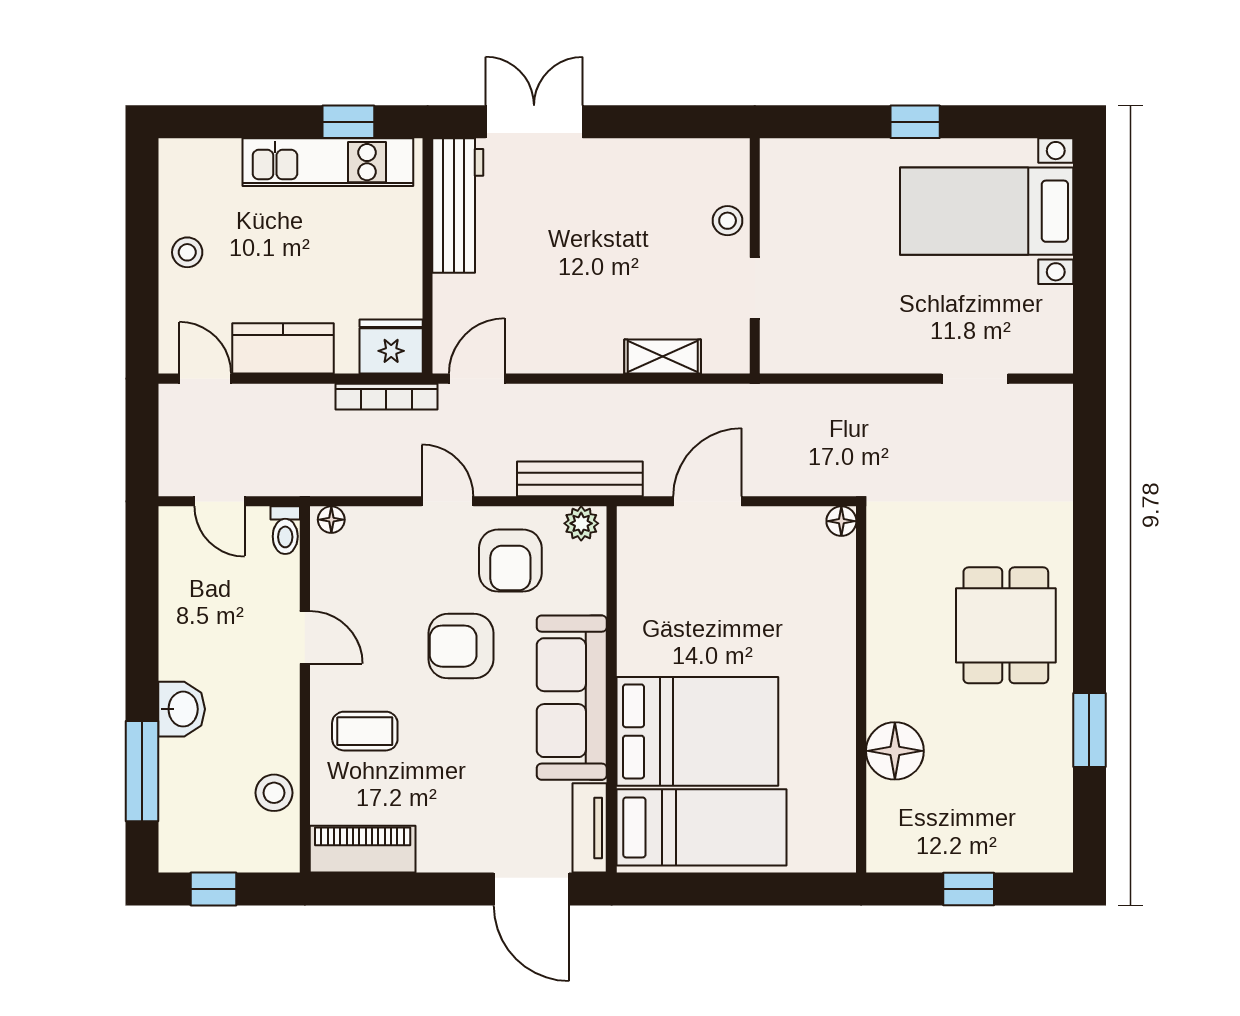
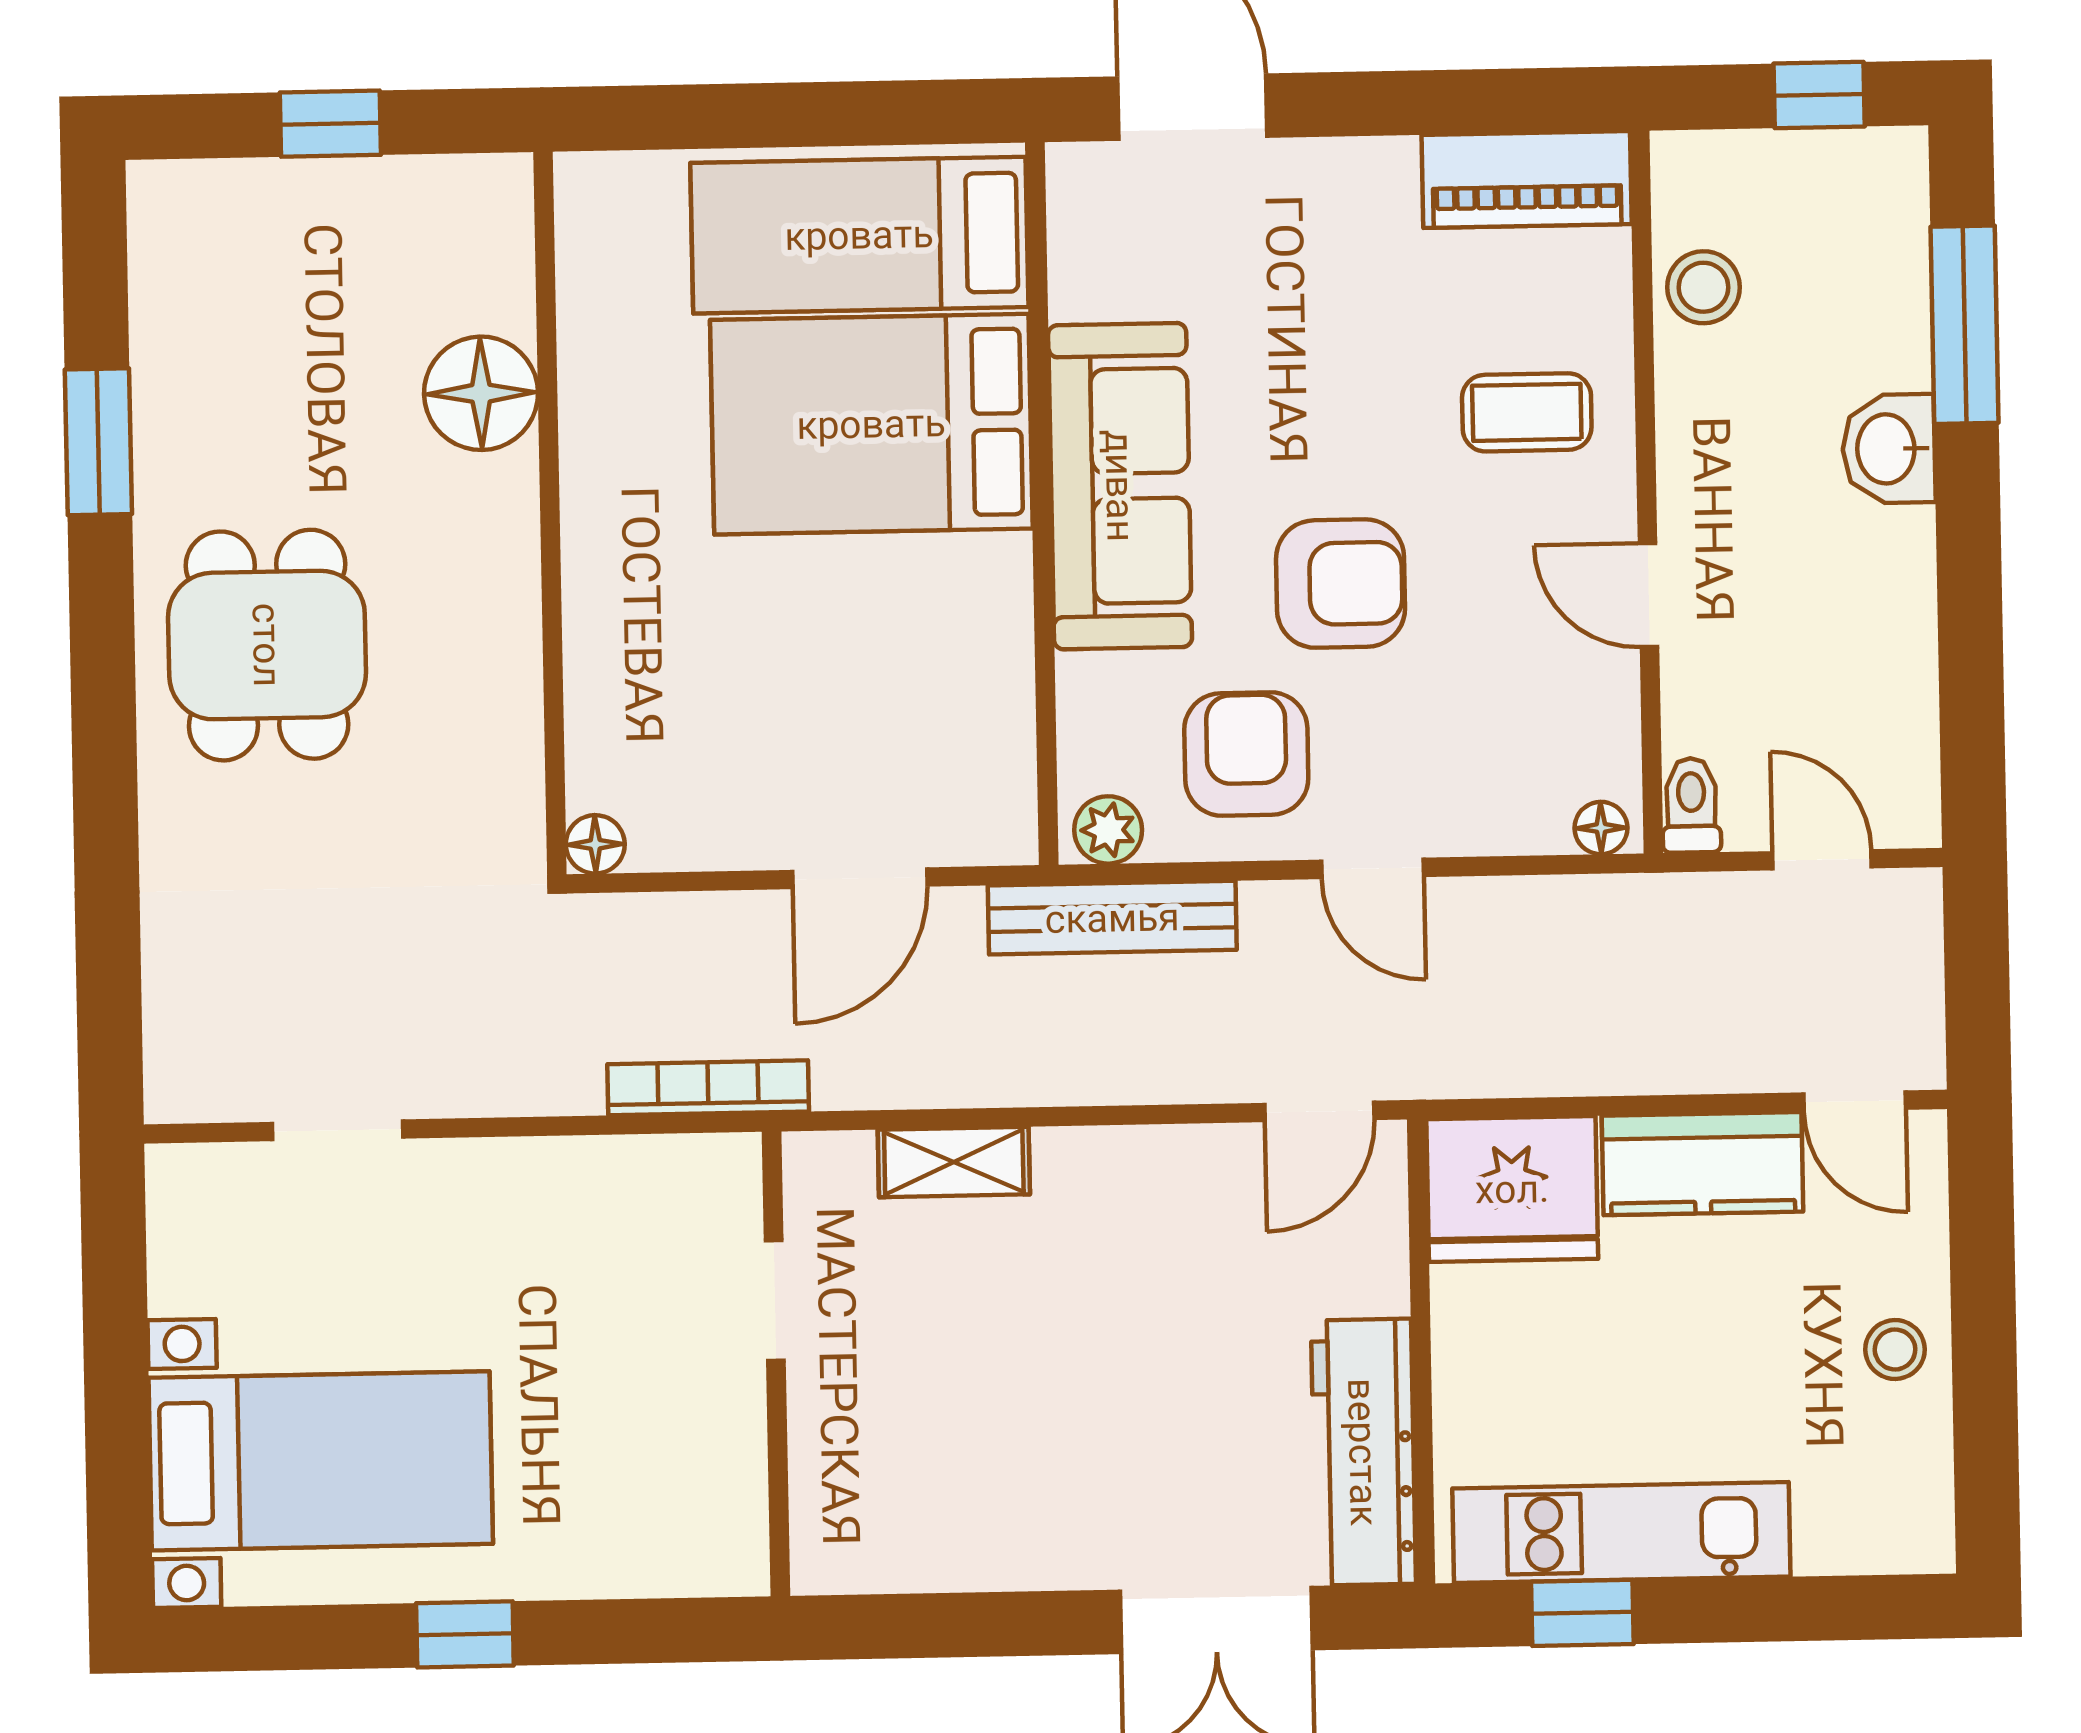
stool: (728, 221) -> (831, 1432), removed
fridge: (391, 347) -> (1512, 1189), width x1.36, depth x1.34
bookcase: (386, 397) -> (708, 1088), moved
tv unit: (590, 828) -> (1080, 230), removed

